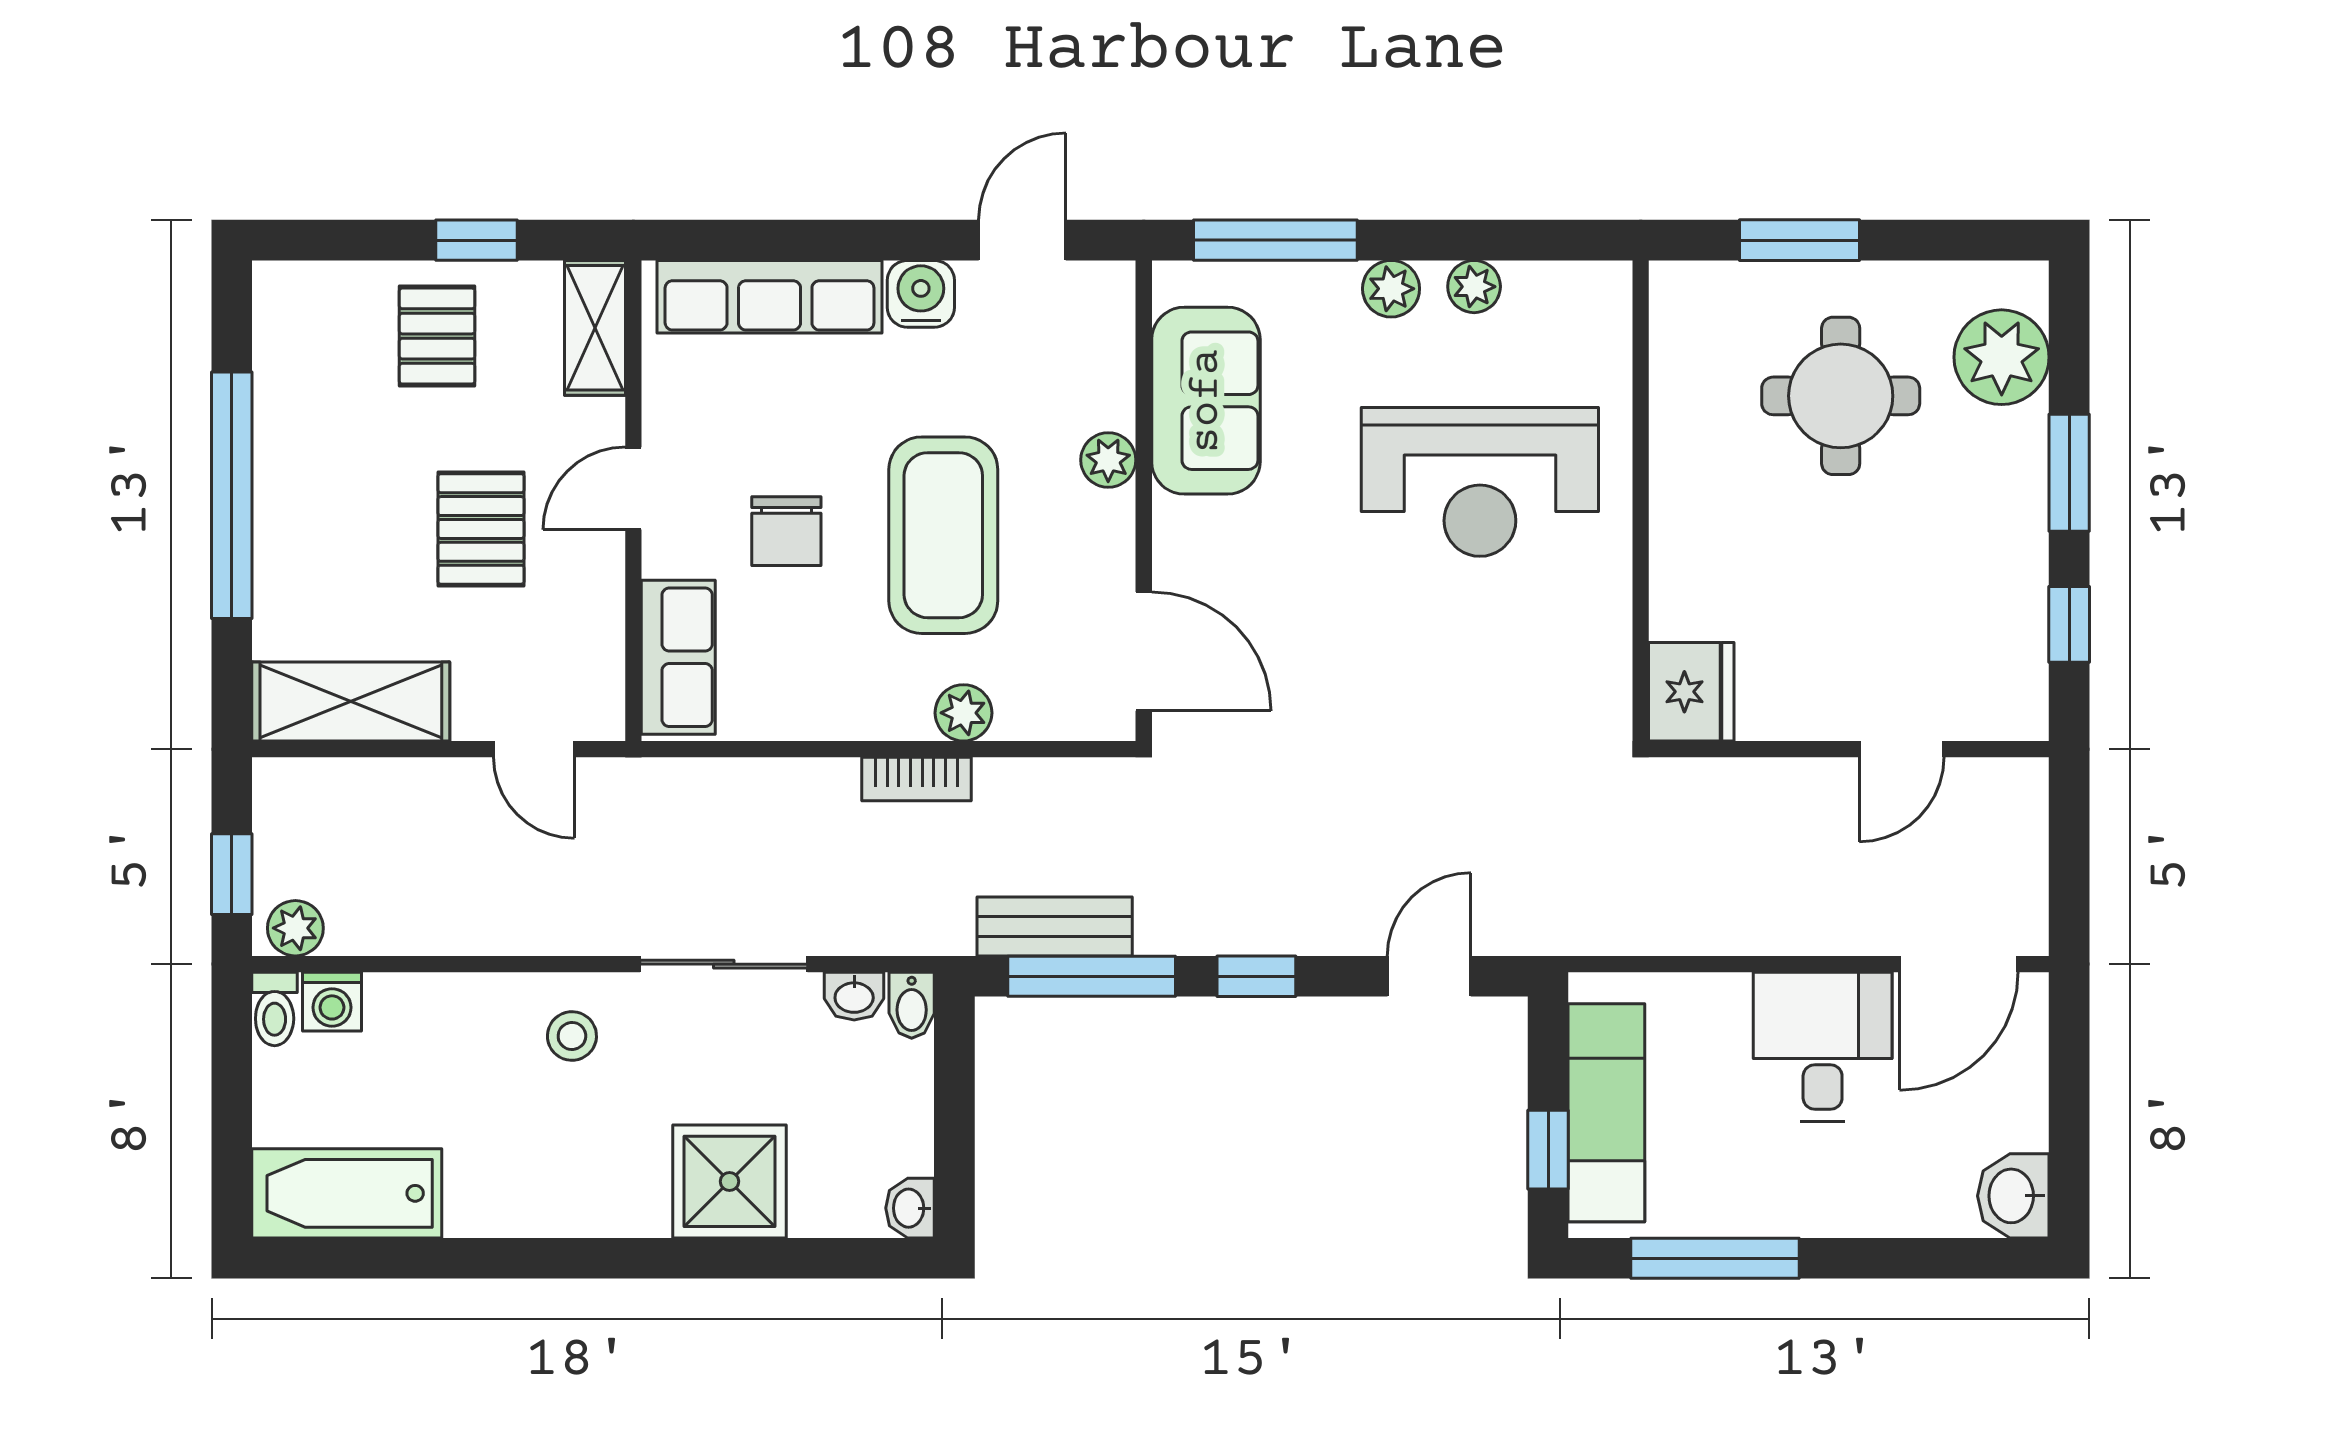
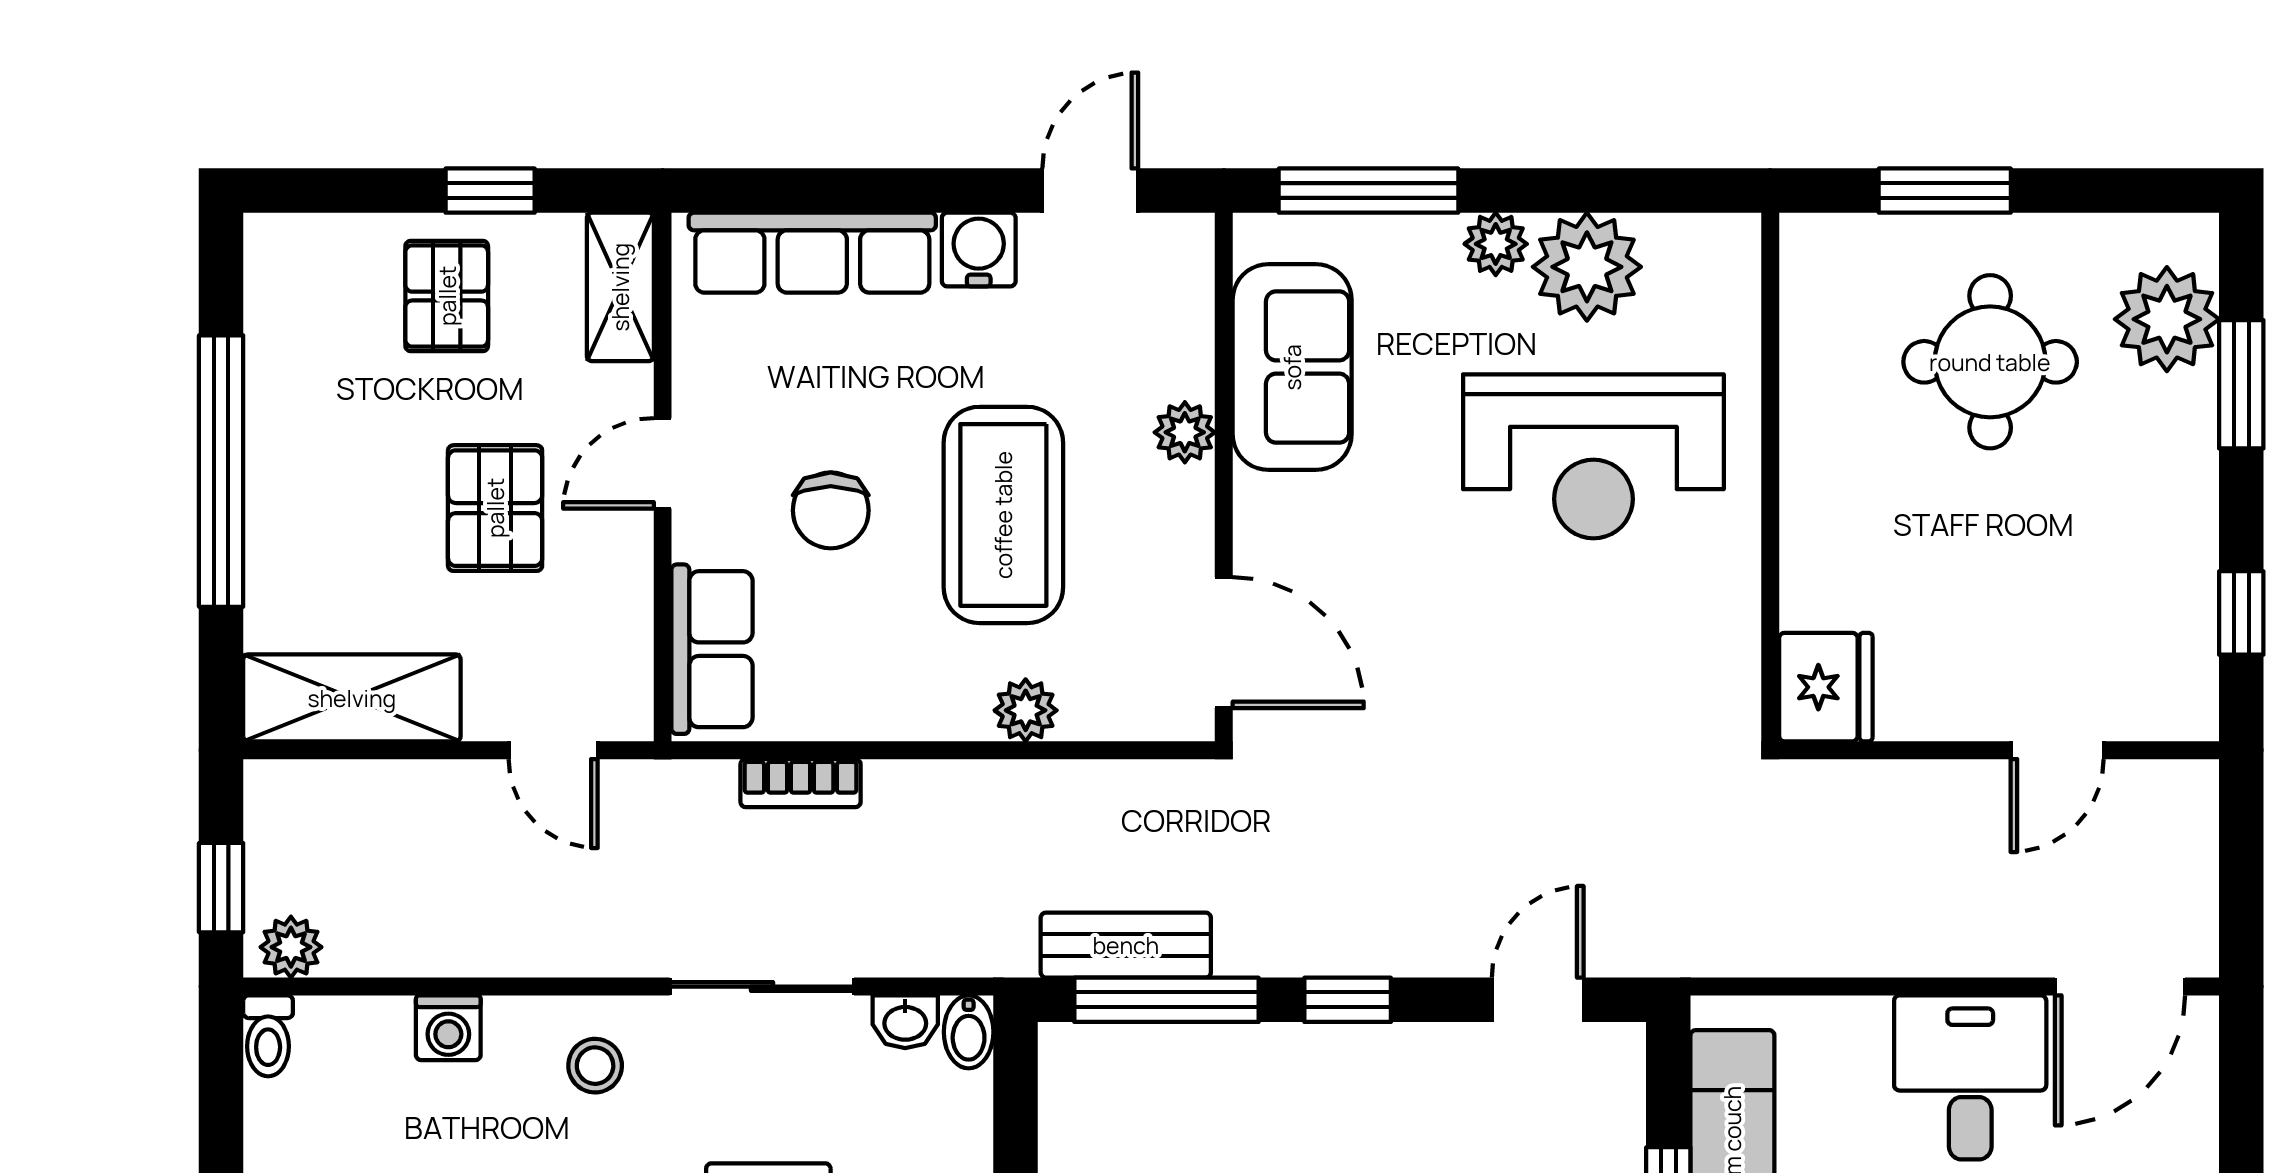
plant: (1474, 287) -> (1587, 267), width x1.88, depth x1.88
window: (2069, 473) -> (2241, 384), moved
bookcase: (916, 779) -> (801, 783), moved
washing machine: (332, 1002) -> (448, 1028), moved

